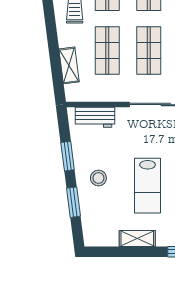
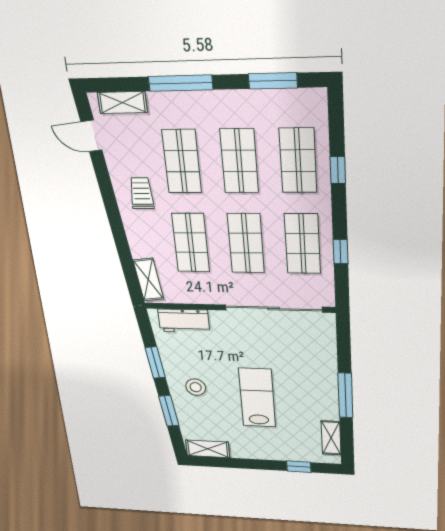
shelving: (69, 65) -> (148, 280), moved
lab bench: (148, 186) -> (257, 398), turned 180
shelving: (137, 239) -> (208, 449), moved

